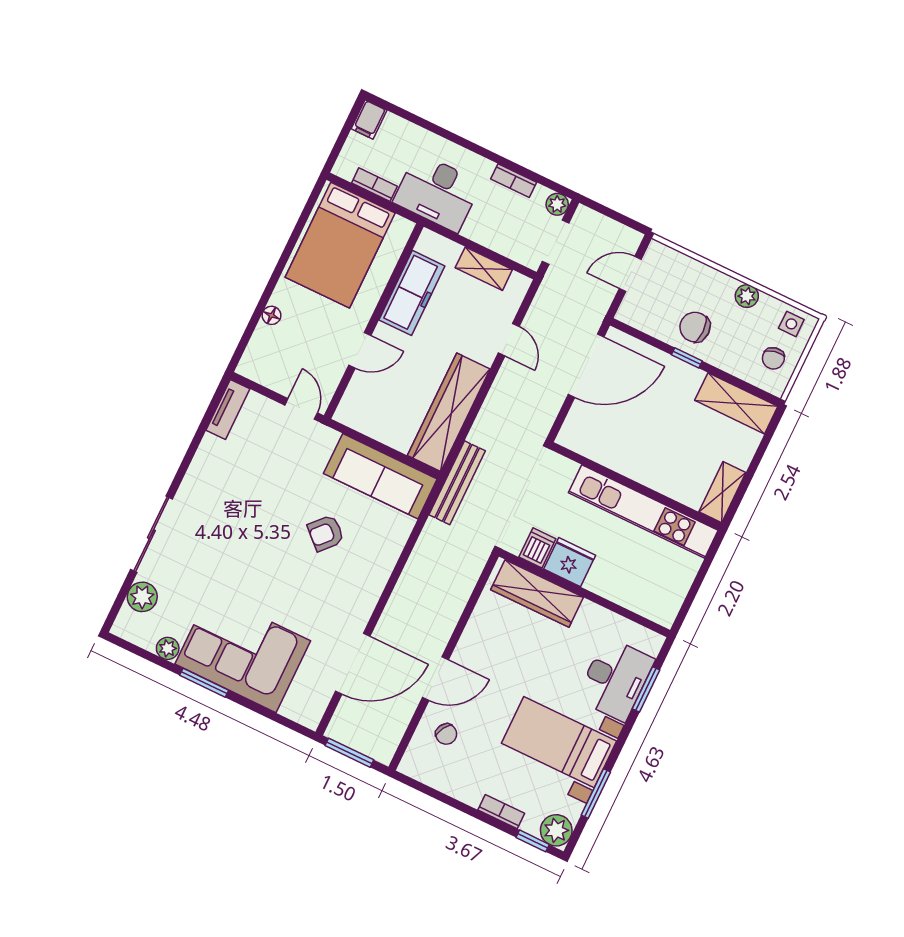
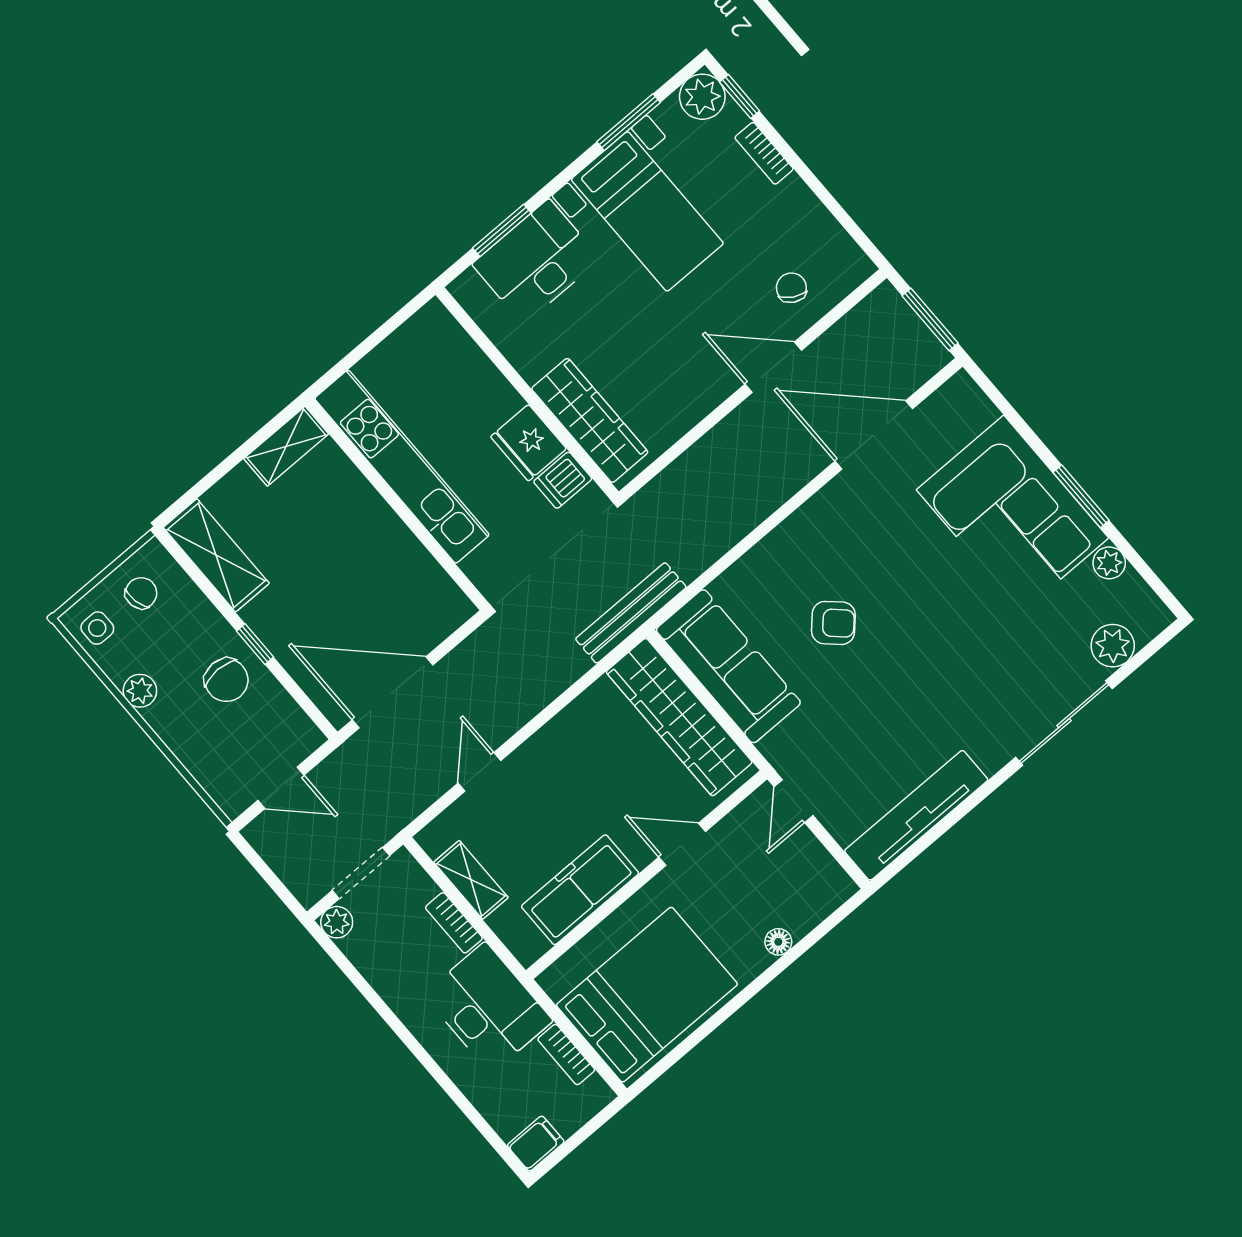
bookcase: (514, 181) -> (454, 923), moved, turned 180
tv unit: (228, 410) -> (916, 815), width x1.92, depth x1.29
wardrobe: (449, 412) -> (679, 717), moved, turned 90

